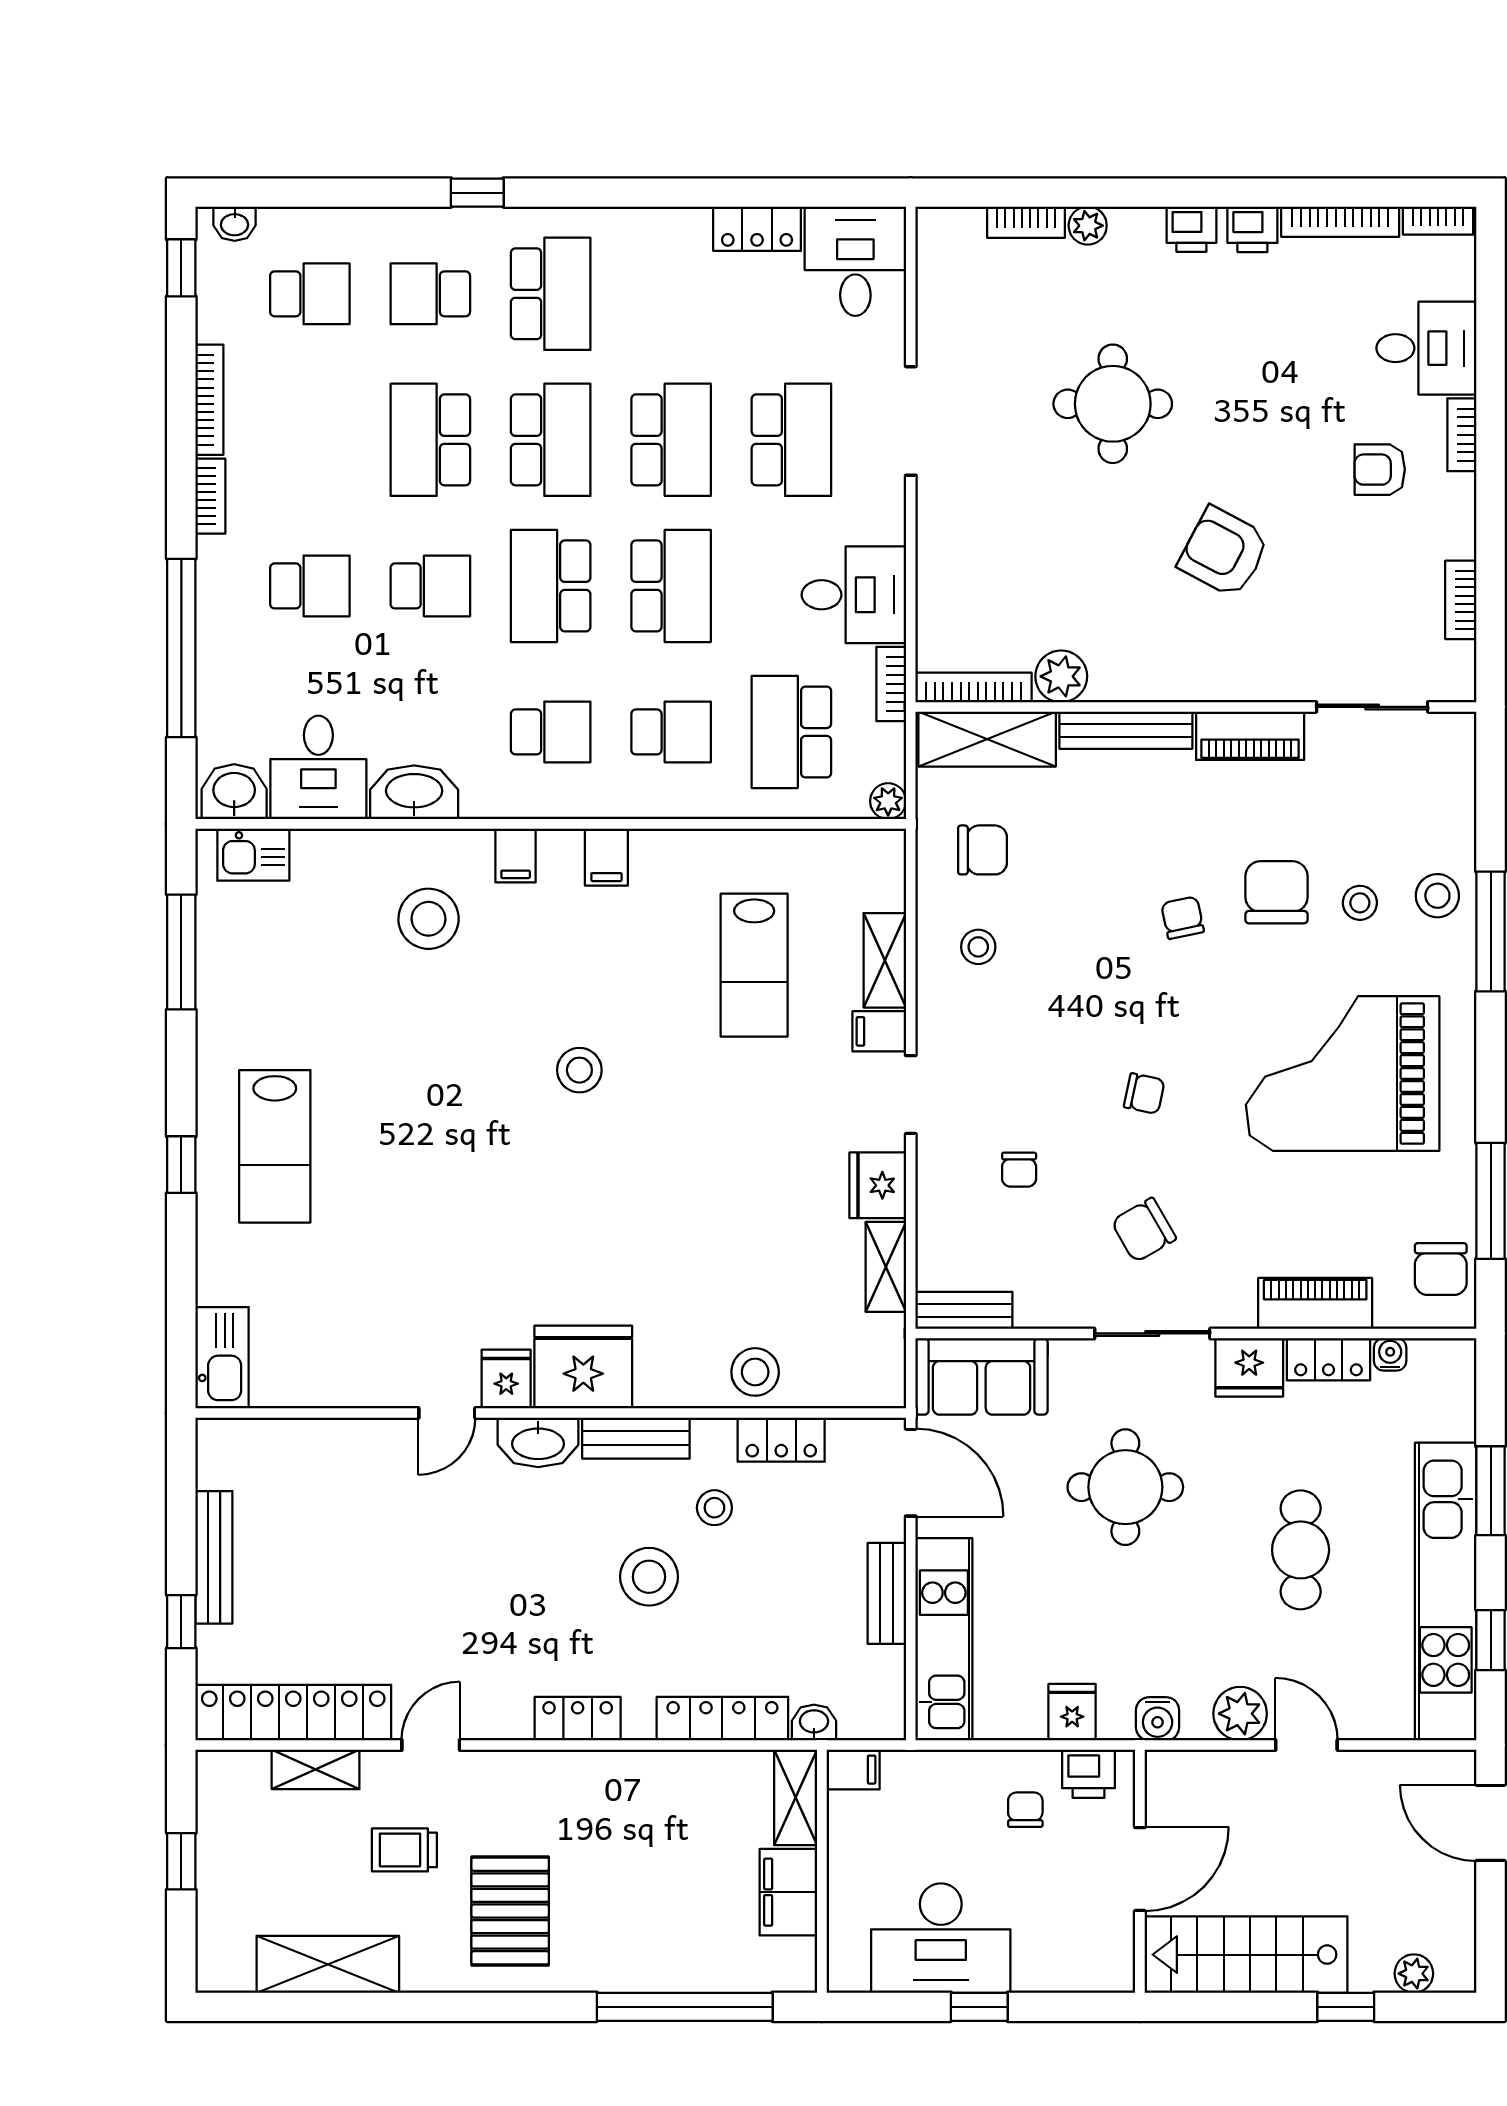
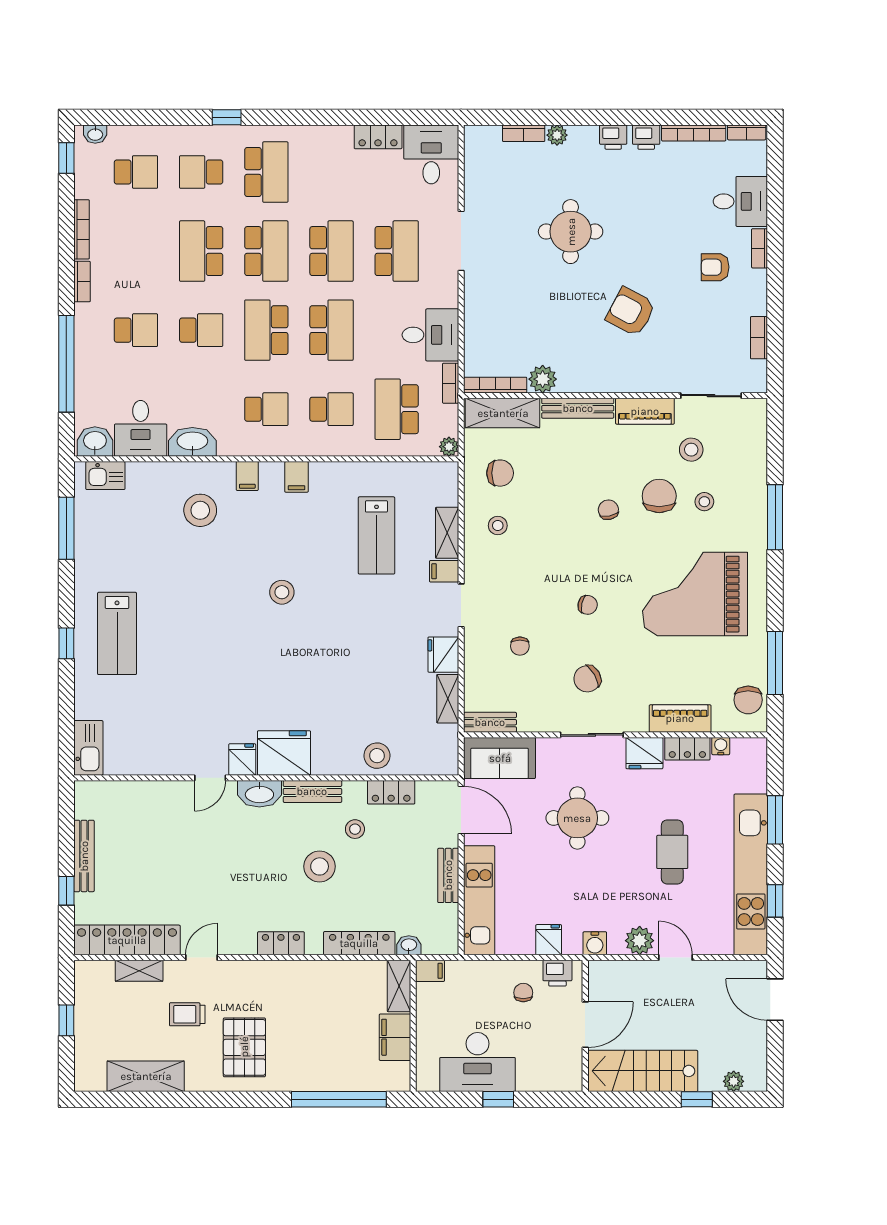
stool: (1437, 896) -> (691, 450), moved

